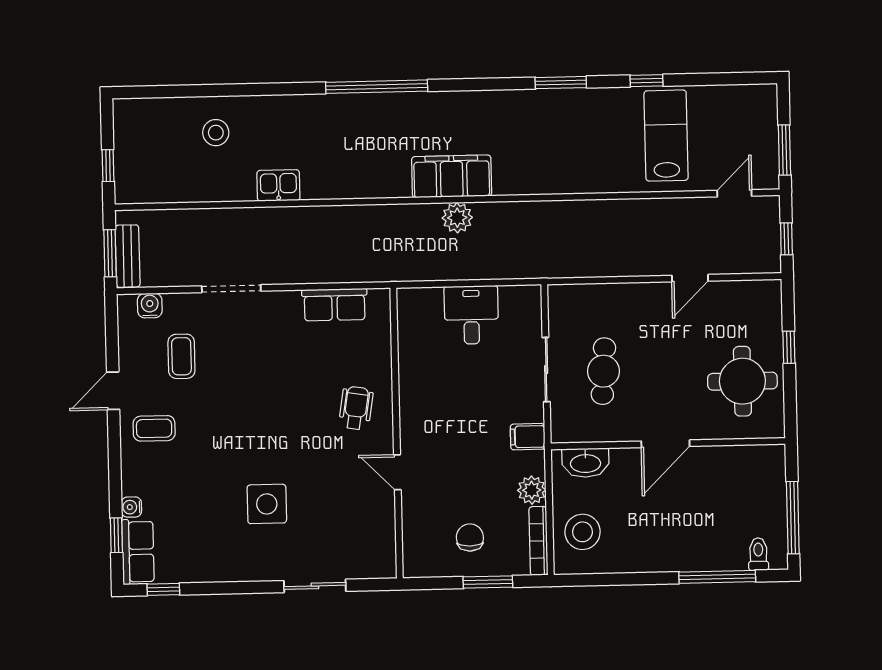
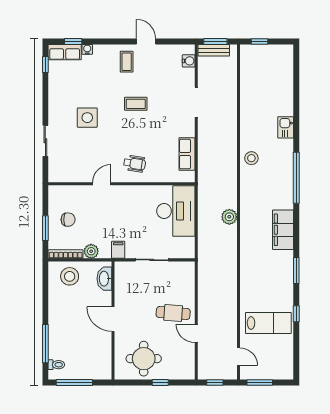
stool: (216, 133) -> (251, 158), moved
filing cabinet: (452, 176) -> (283, 230), moved, turned 180
kitchen sink: (278, 185) -> (286, 127), moved, turned 180
desk: (471, 315) -> (176, 211), width x1.87, depth x1.30
coffee table: (181, 356) -> (136, 104), moved
cafe table: (603, 371) -> (173, 313), moved

